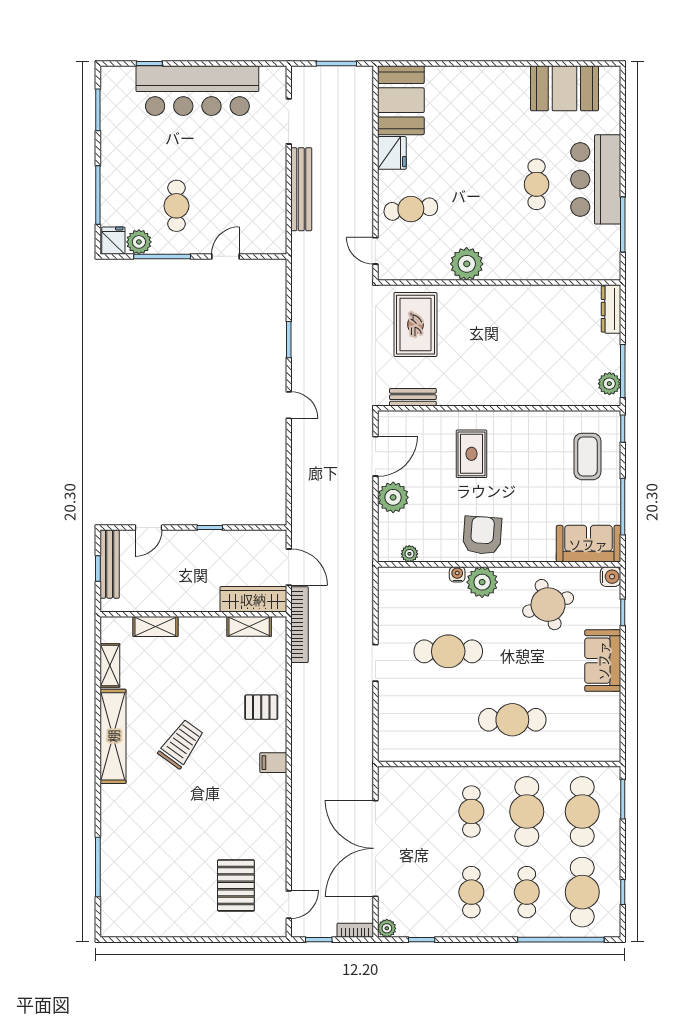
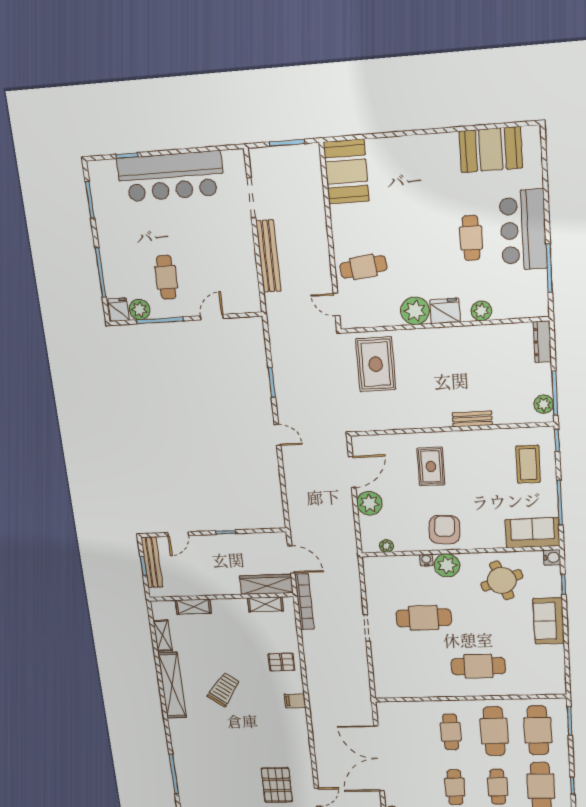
fridge: (392, 153) -> (445, 311), moved, turned -90
plant: (543, 269) -> (481, 311), added
bench: (413, 397) -> (472, 419), moved

